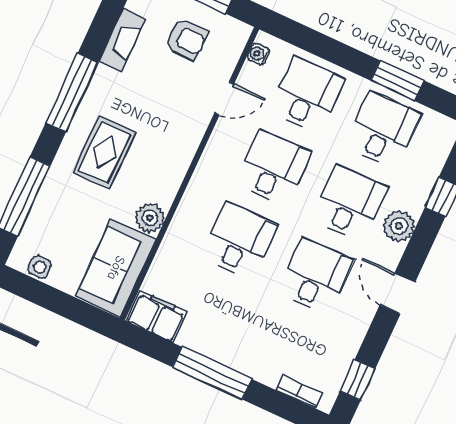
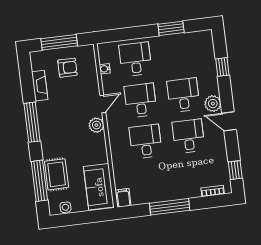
water cooler: (258, 54) -> (105, 69), moved
door: (224, 98) -> (103, 104), moved
desk: (383, 130) -> (178, 54), removed
rug: (105, 152) -> (57, 174), moved
plant: (150, 218) -> (96, 125), moved
plant: (399, 226) -> (213, 104), moved
filing cabinet: (156, 316) -> (123, 198), width x0.50

